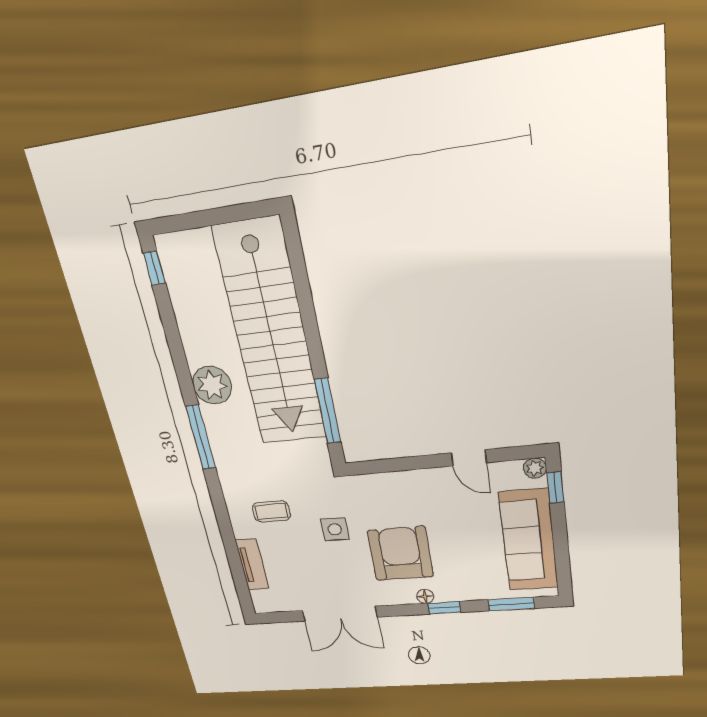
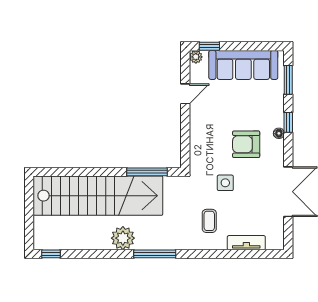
armchair: (400, 554) -> (246, 144), width x0.73, depth x0.73

